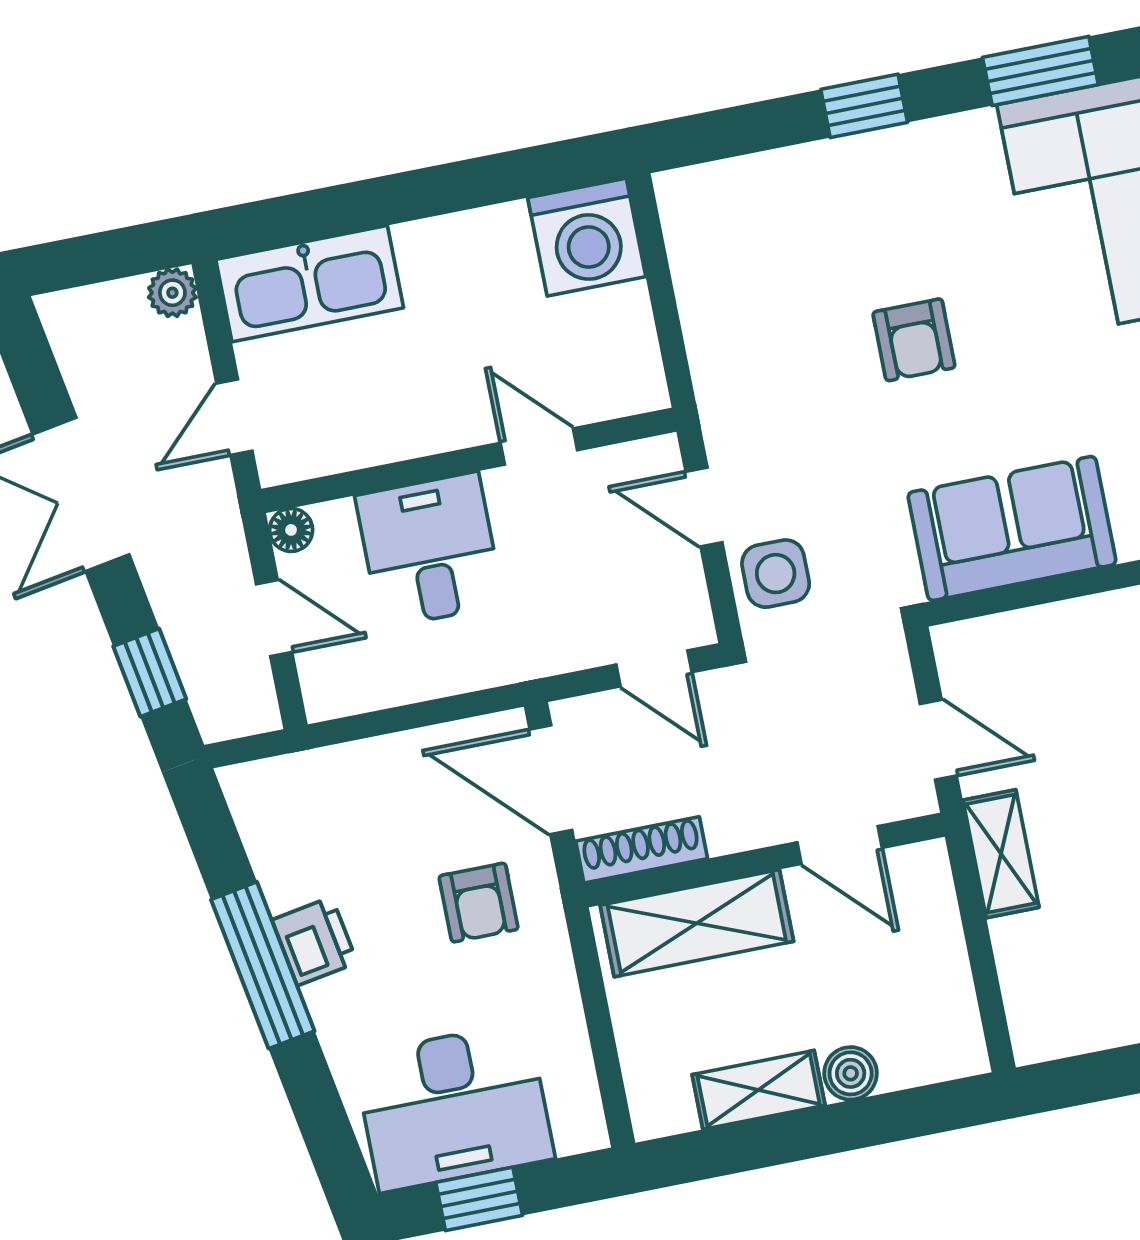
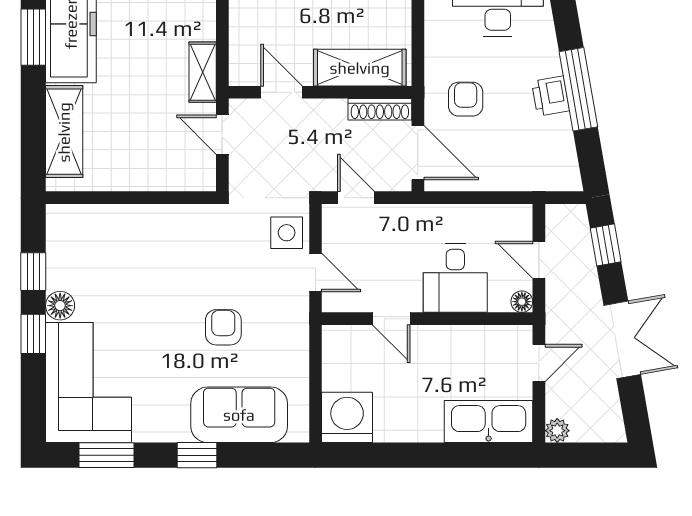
armchair: (914, 340) -> (223, 327), moved
sofa: (1012, 529) -> (239, 415), moved, turned 180

